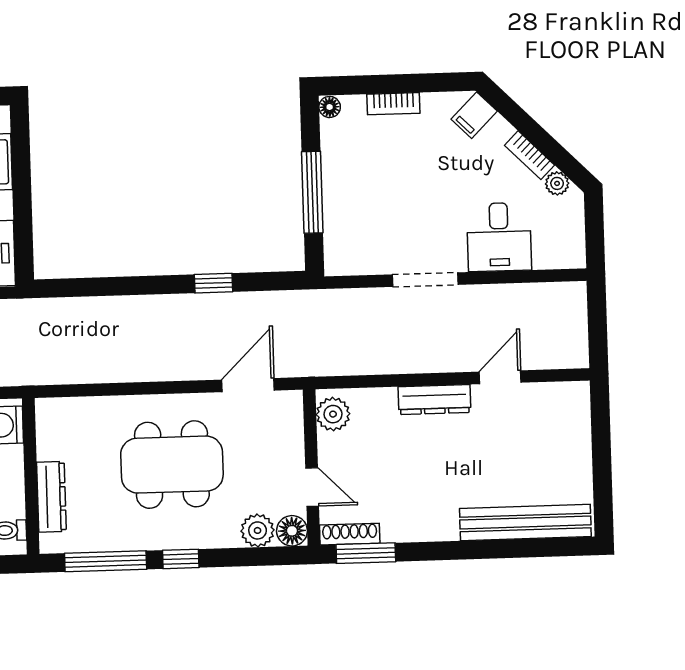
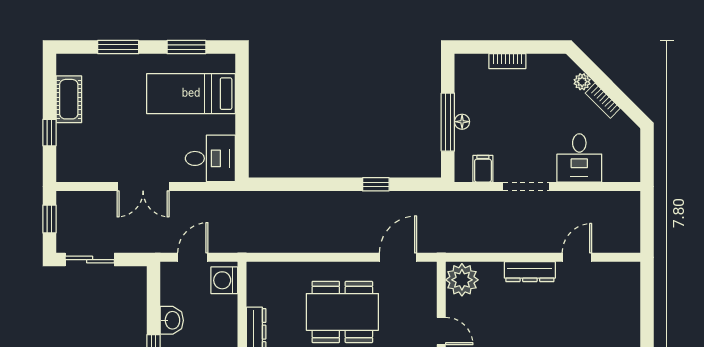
floor lamp: (330, 107) -> (462, 122), moved
filing cabinet: (474, 115) -> (483, 169), moved, turned 135
plant: (557, 183) -> (582, 82), moved
plant: (333, 414) -> (462, 280), width x1.36, depth x1.36

